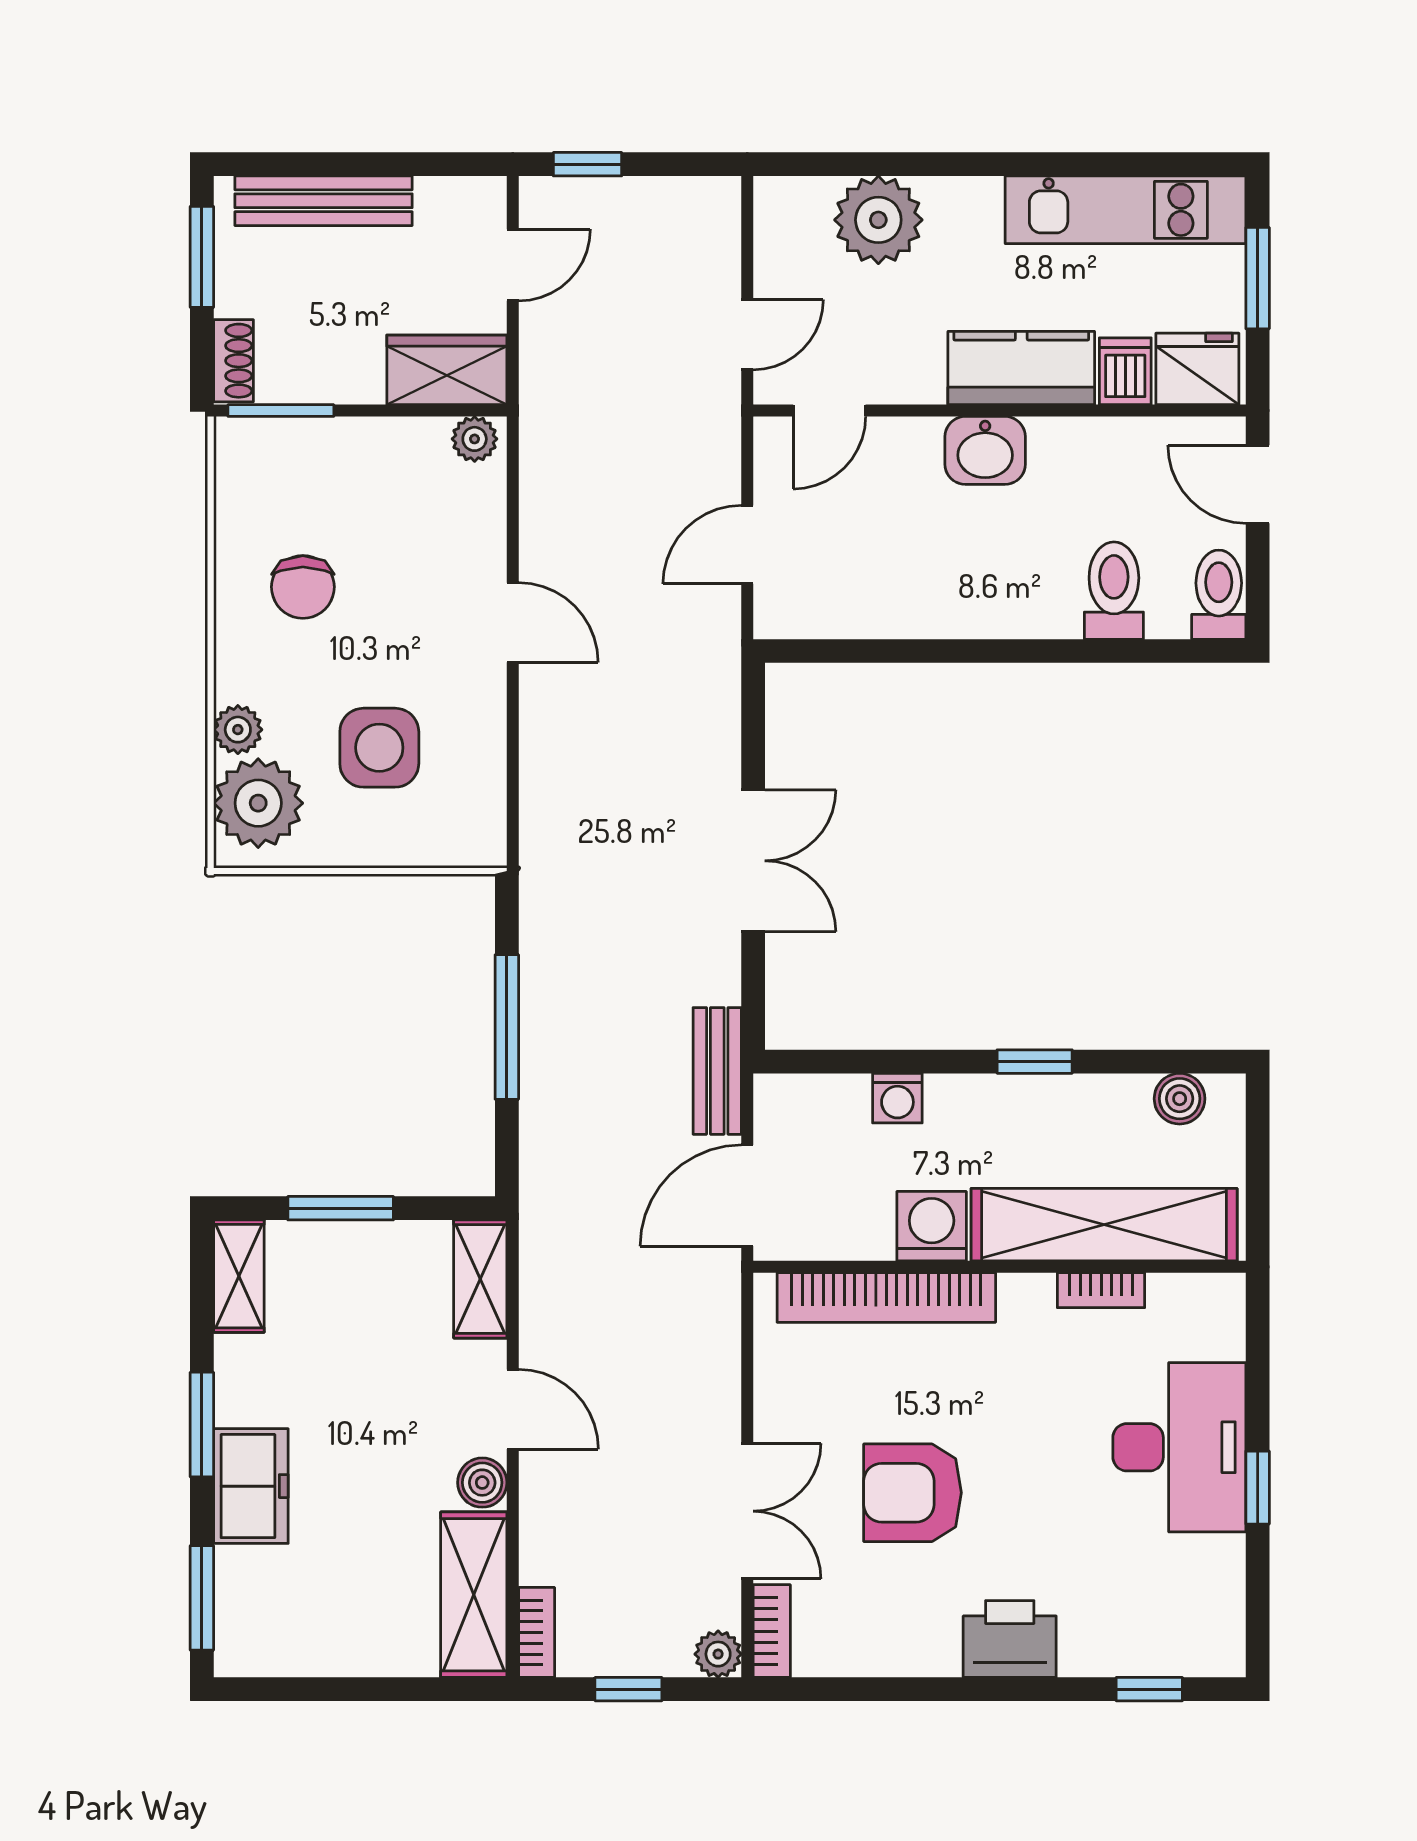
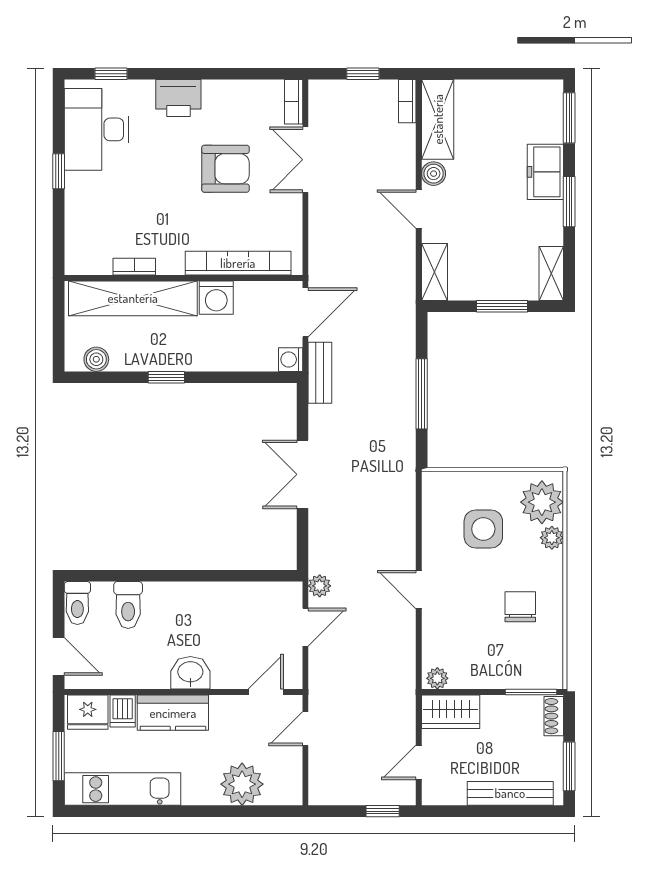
washing machine: (897, 1098) -> (291, 360), moved, turned -90
desk: (1179, 1447) -> (96, 129), moved
plant: (718, 1654) -> (320, 586), moved

